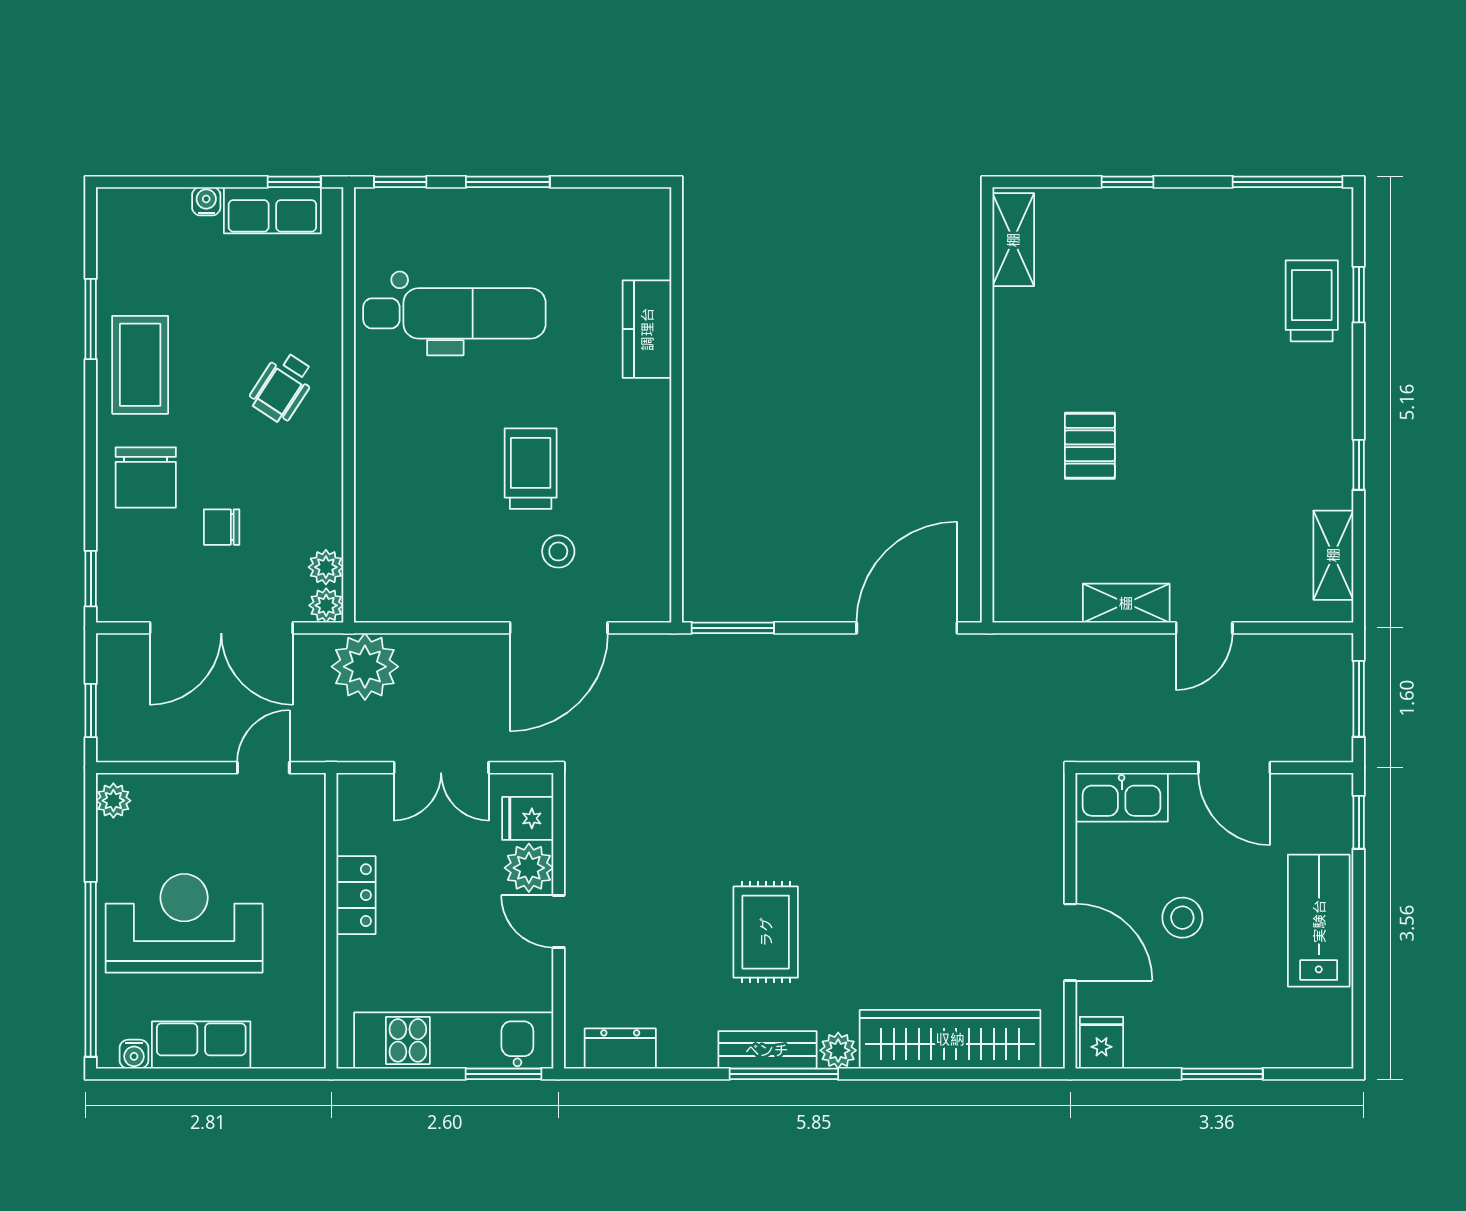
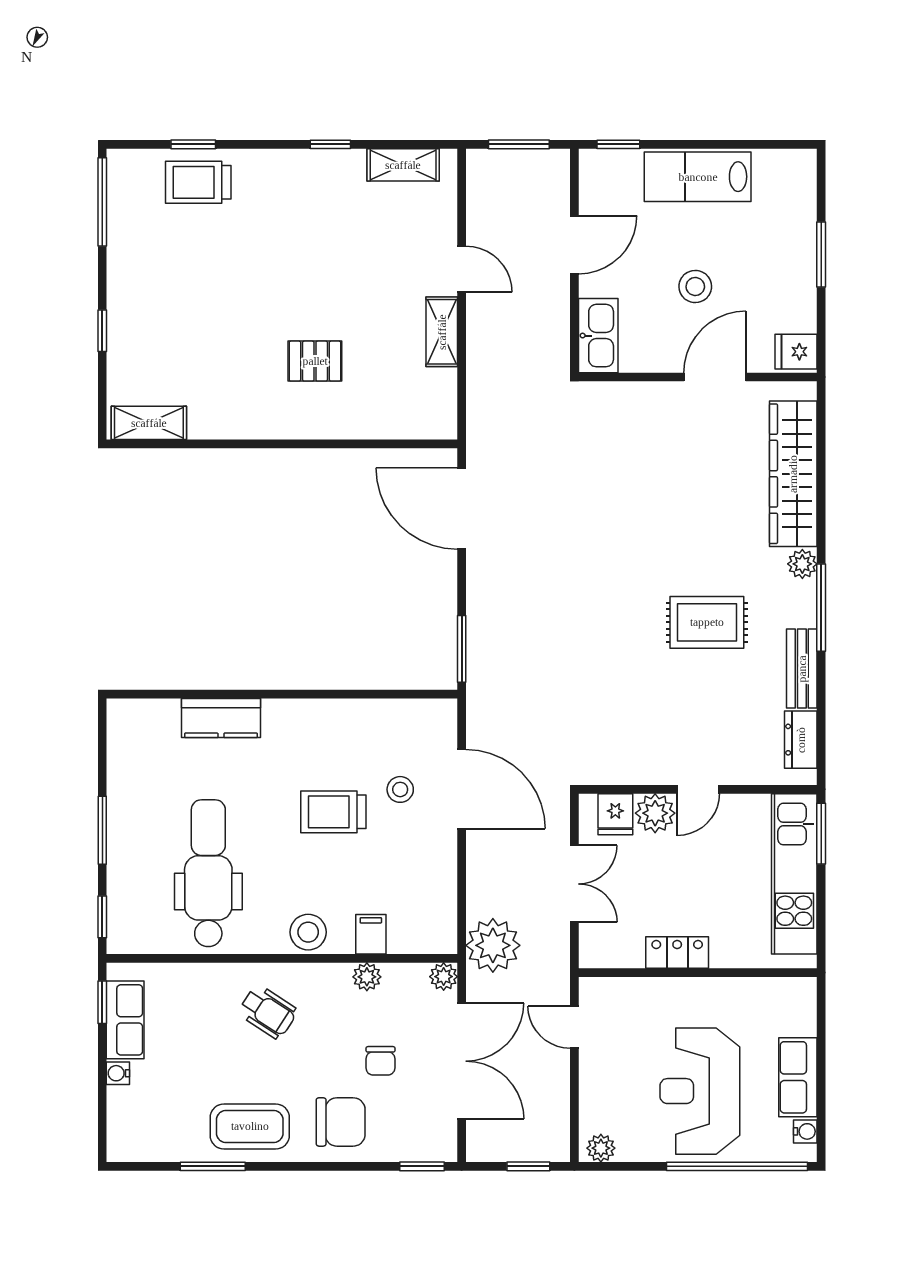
stool: (381, 437) -> (308, 932), added
filing cabinet: (379, 515) -> (371, 934), added
plant: (326, 567) -> (367, 977), moved
bench: (767, 1050) -> (802, 669), moved

